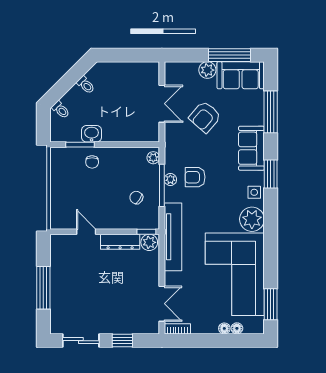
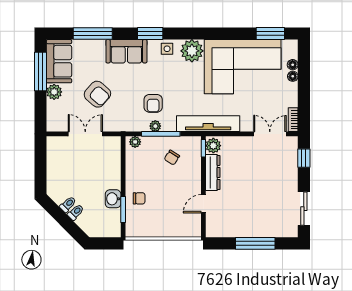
toilet: (61, 110) -> (76, 212), moved
window: (122, 341) -> (304, 158), moved

